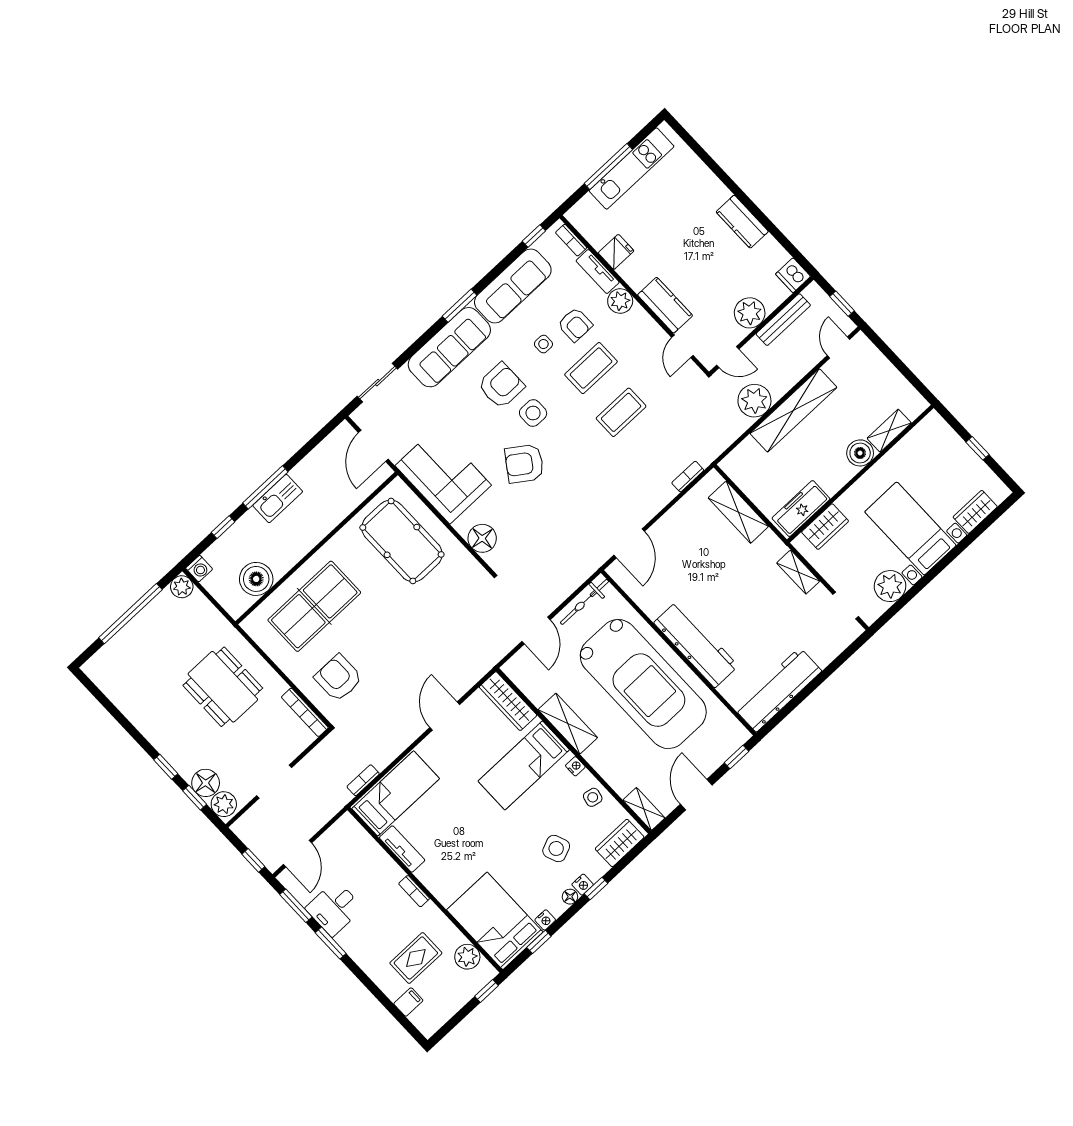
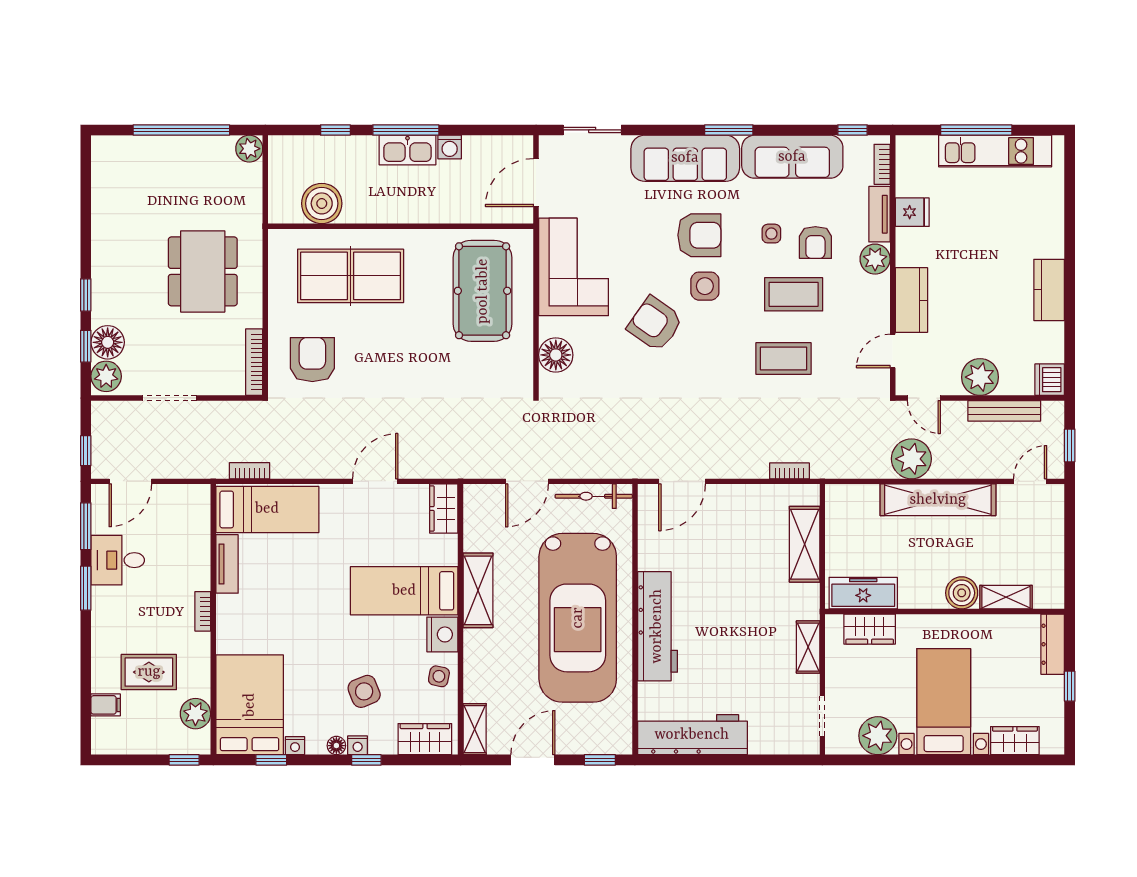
dresser: (944, 433) -> (1053, 644), added
washing machine: (199, 569) -> (450, 147), moved
wardrobe: (508, 701) -> (444, 509), width x0.67
nightstand: (575, 766) -> (442, 634), width x1.89, depth x1.79

